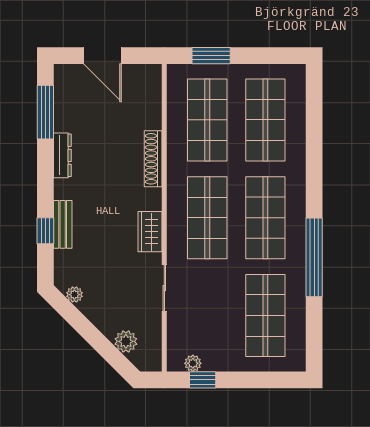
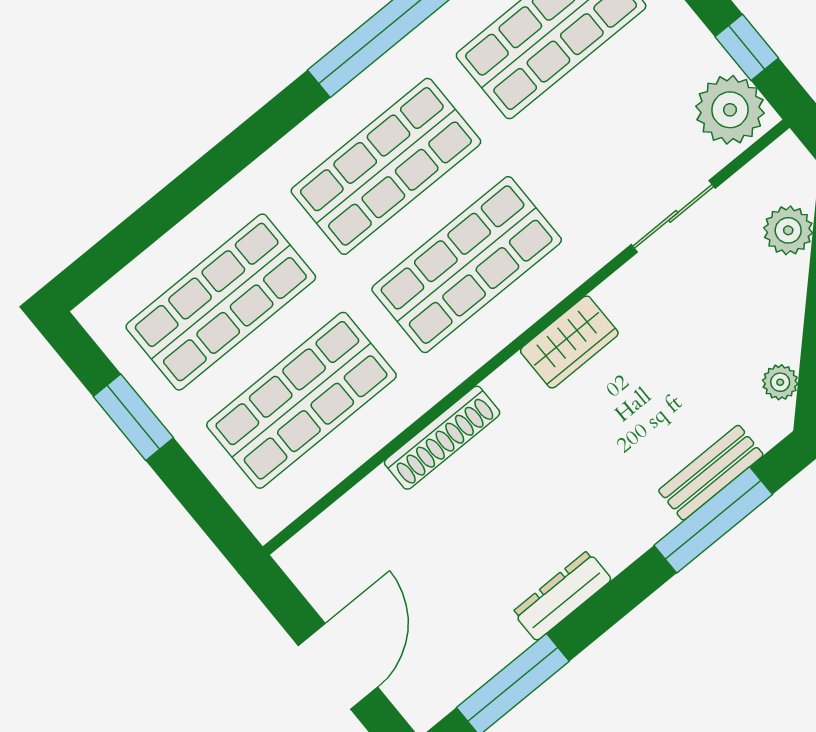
window: (211, 56) -> (133, 417), moved
bench: (63, 224) -> (711, 473), moved
window: (45, 231) -> (713, 520), width x2.17
sliding door: (164, 288) -> (673, 216), moved
plant: (193, 363) -> (730, 110), width x1.87, depth x1.87

